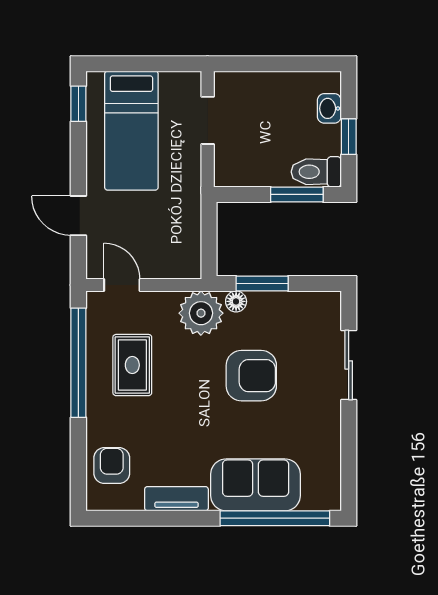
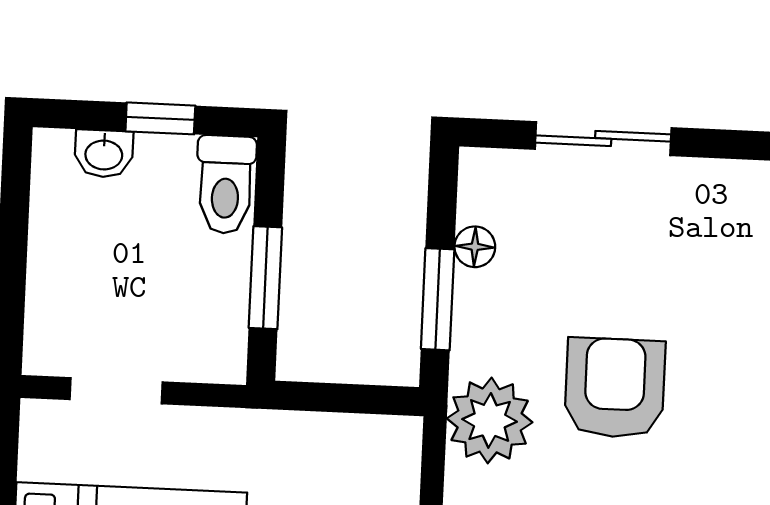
window: (297, 194) -> (265, 278), moved
floor lamp: (236, 301) -> (475, 247), moved
armchair: (251, 376) -> (615, 388), moved

